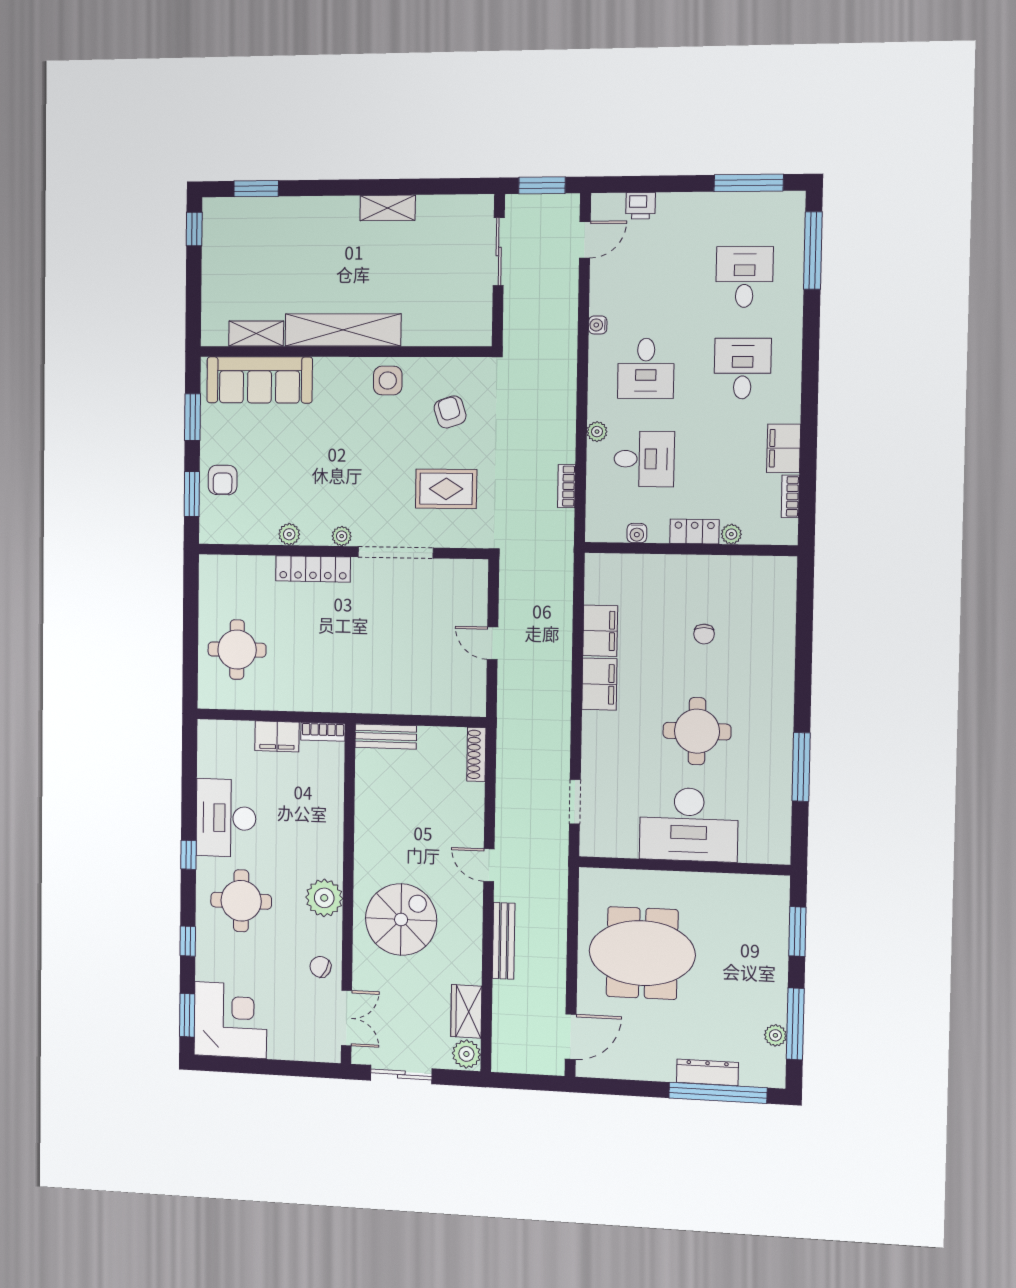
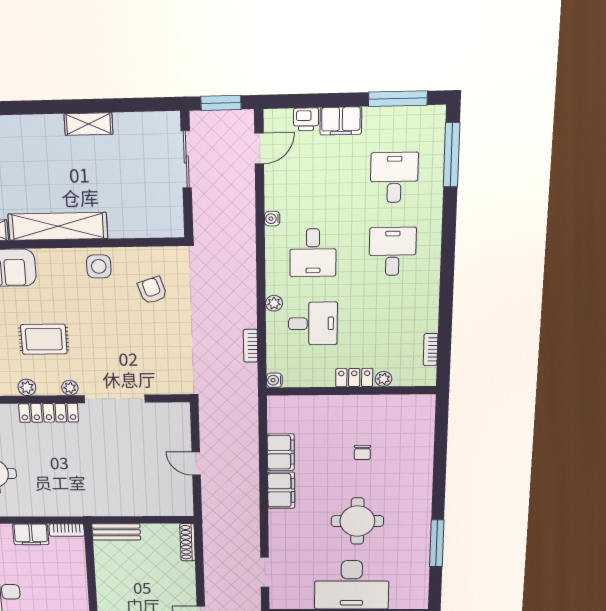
filing cabinet: (784, 448) -> (341, 121), moved, turned -90
rug: (446, 489) -> (44, 339), moved
water cooler: (637, 533) -> (274, 380), moved, turned 90

